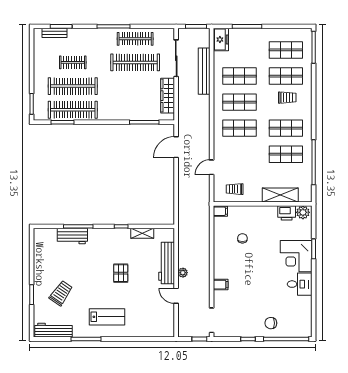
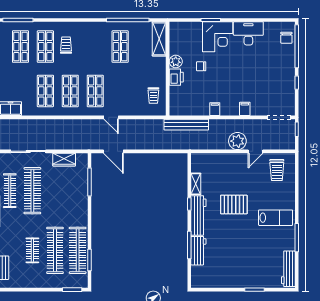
bench: (204, 71) -> (186, 125), moved
wardrobe: (168, 96) -> (64, 160), width x0.67
shop shelf: (286, 128) -> (95, 47), removed
door: (212, 167) -> (111, 117), moved
shelving: (280, 195) -> (159, 39), moved
filing cabinet: (220, 211) -> (215, 109), moved
plant: (303, 212) -> (176, 61), moved
printer: (287, 213) -> (176, 77), moved
chair: (242, 238) -> (201, 66), moved
workbench: (167, 263) -> (198, 215), moved, turned -90
pallet: (121, 273) -> (234, 204), width x1.50, depth x1.42
plant: (183, 273) -> (237, 141), width x1.87, depth x1.87
desk: (300, 284) -> (248, 33), width x1.37
trolley: (61, 293) -> (277, 170), moved, turned -125
lab bench: (107, 317) -> (276, 218), turned 90
chair: (271, 323) -> (286, 38), moved

